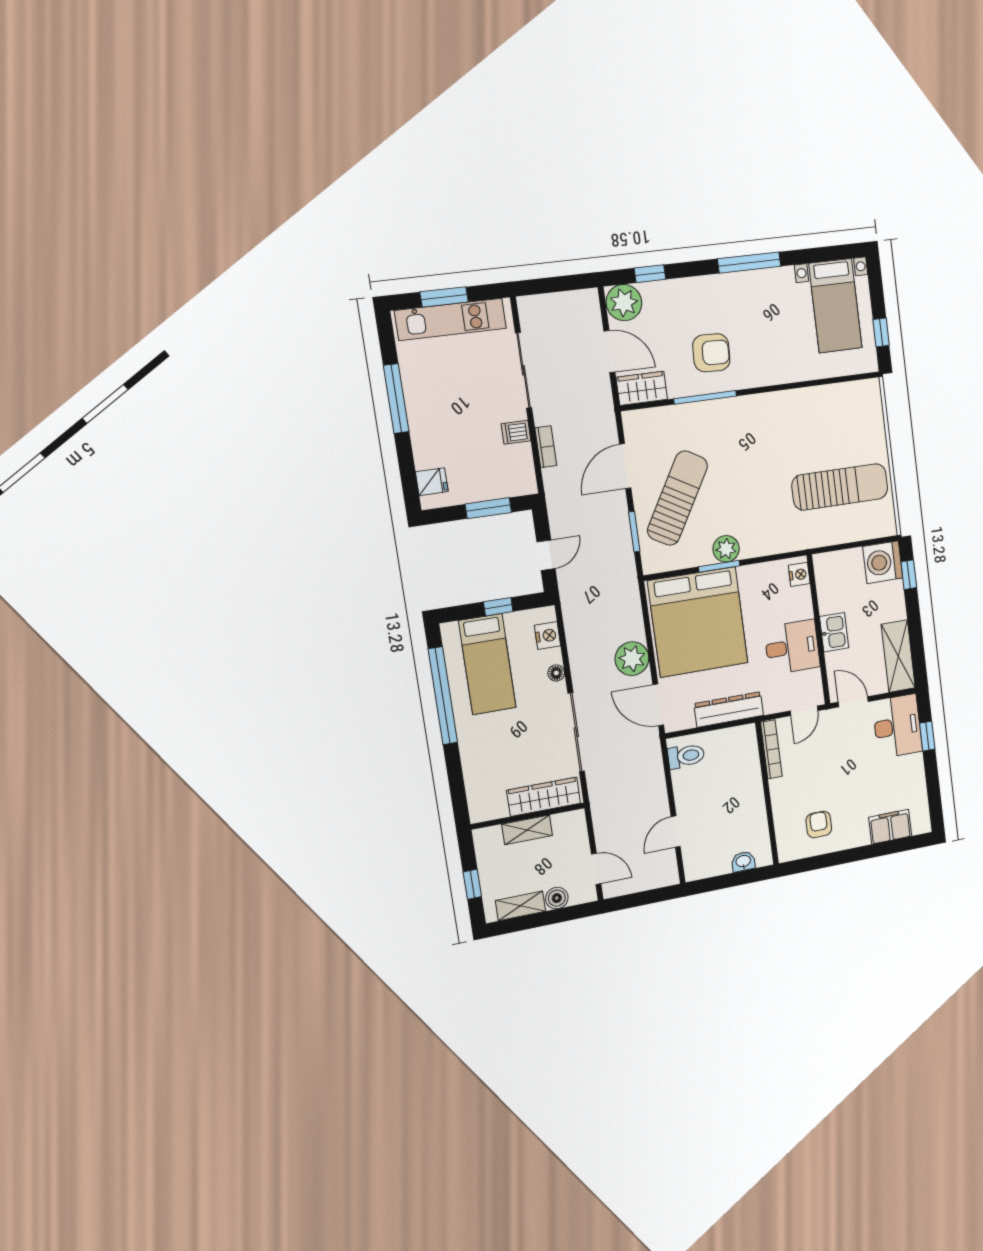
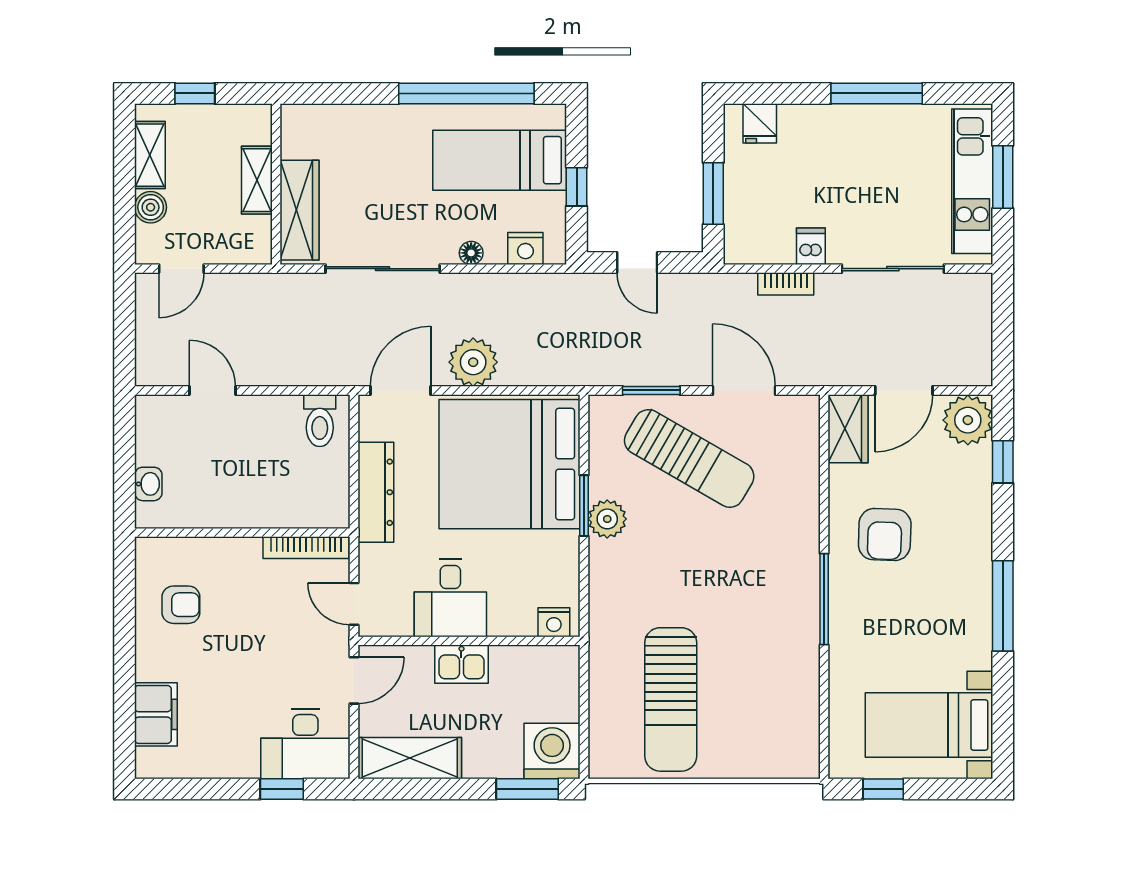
window: (705, 397) -> (824, 599), moved
window: (909, 575) -> (527, 789), width x1.50

